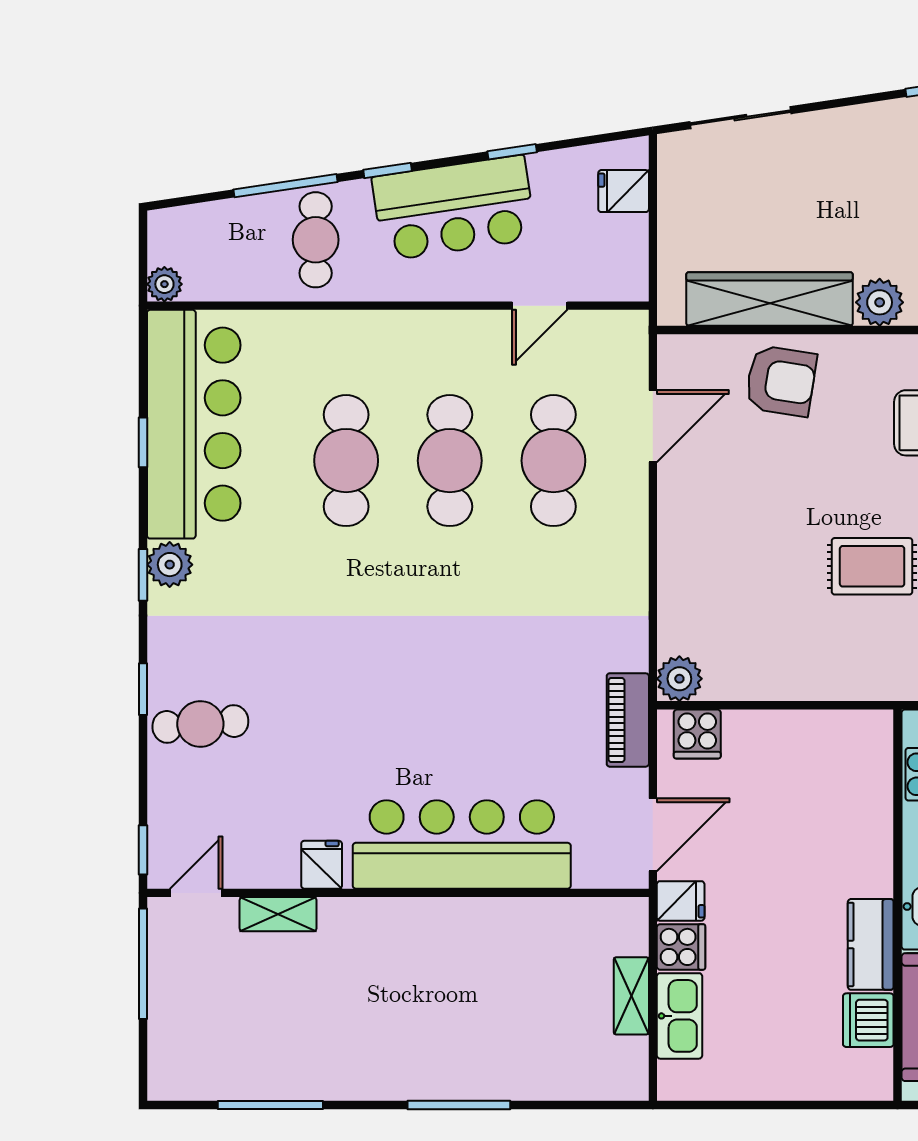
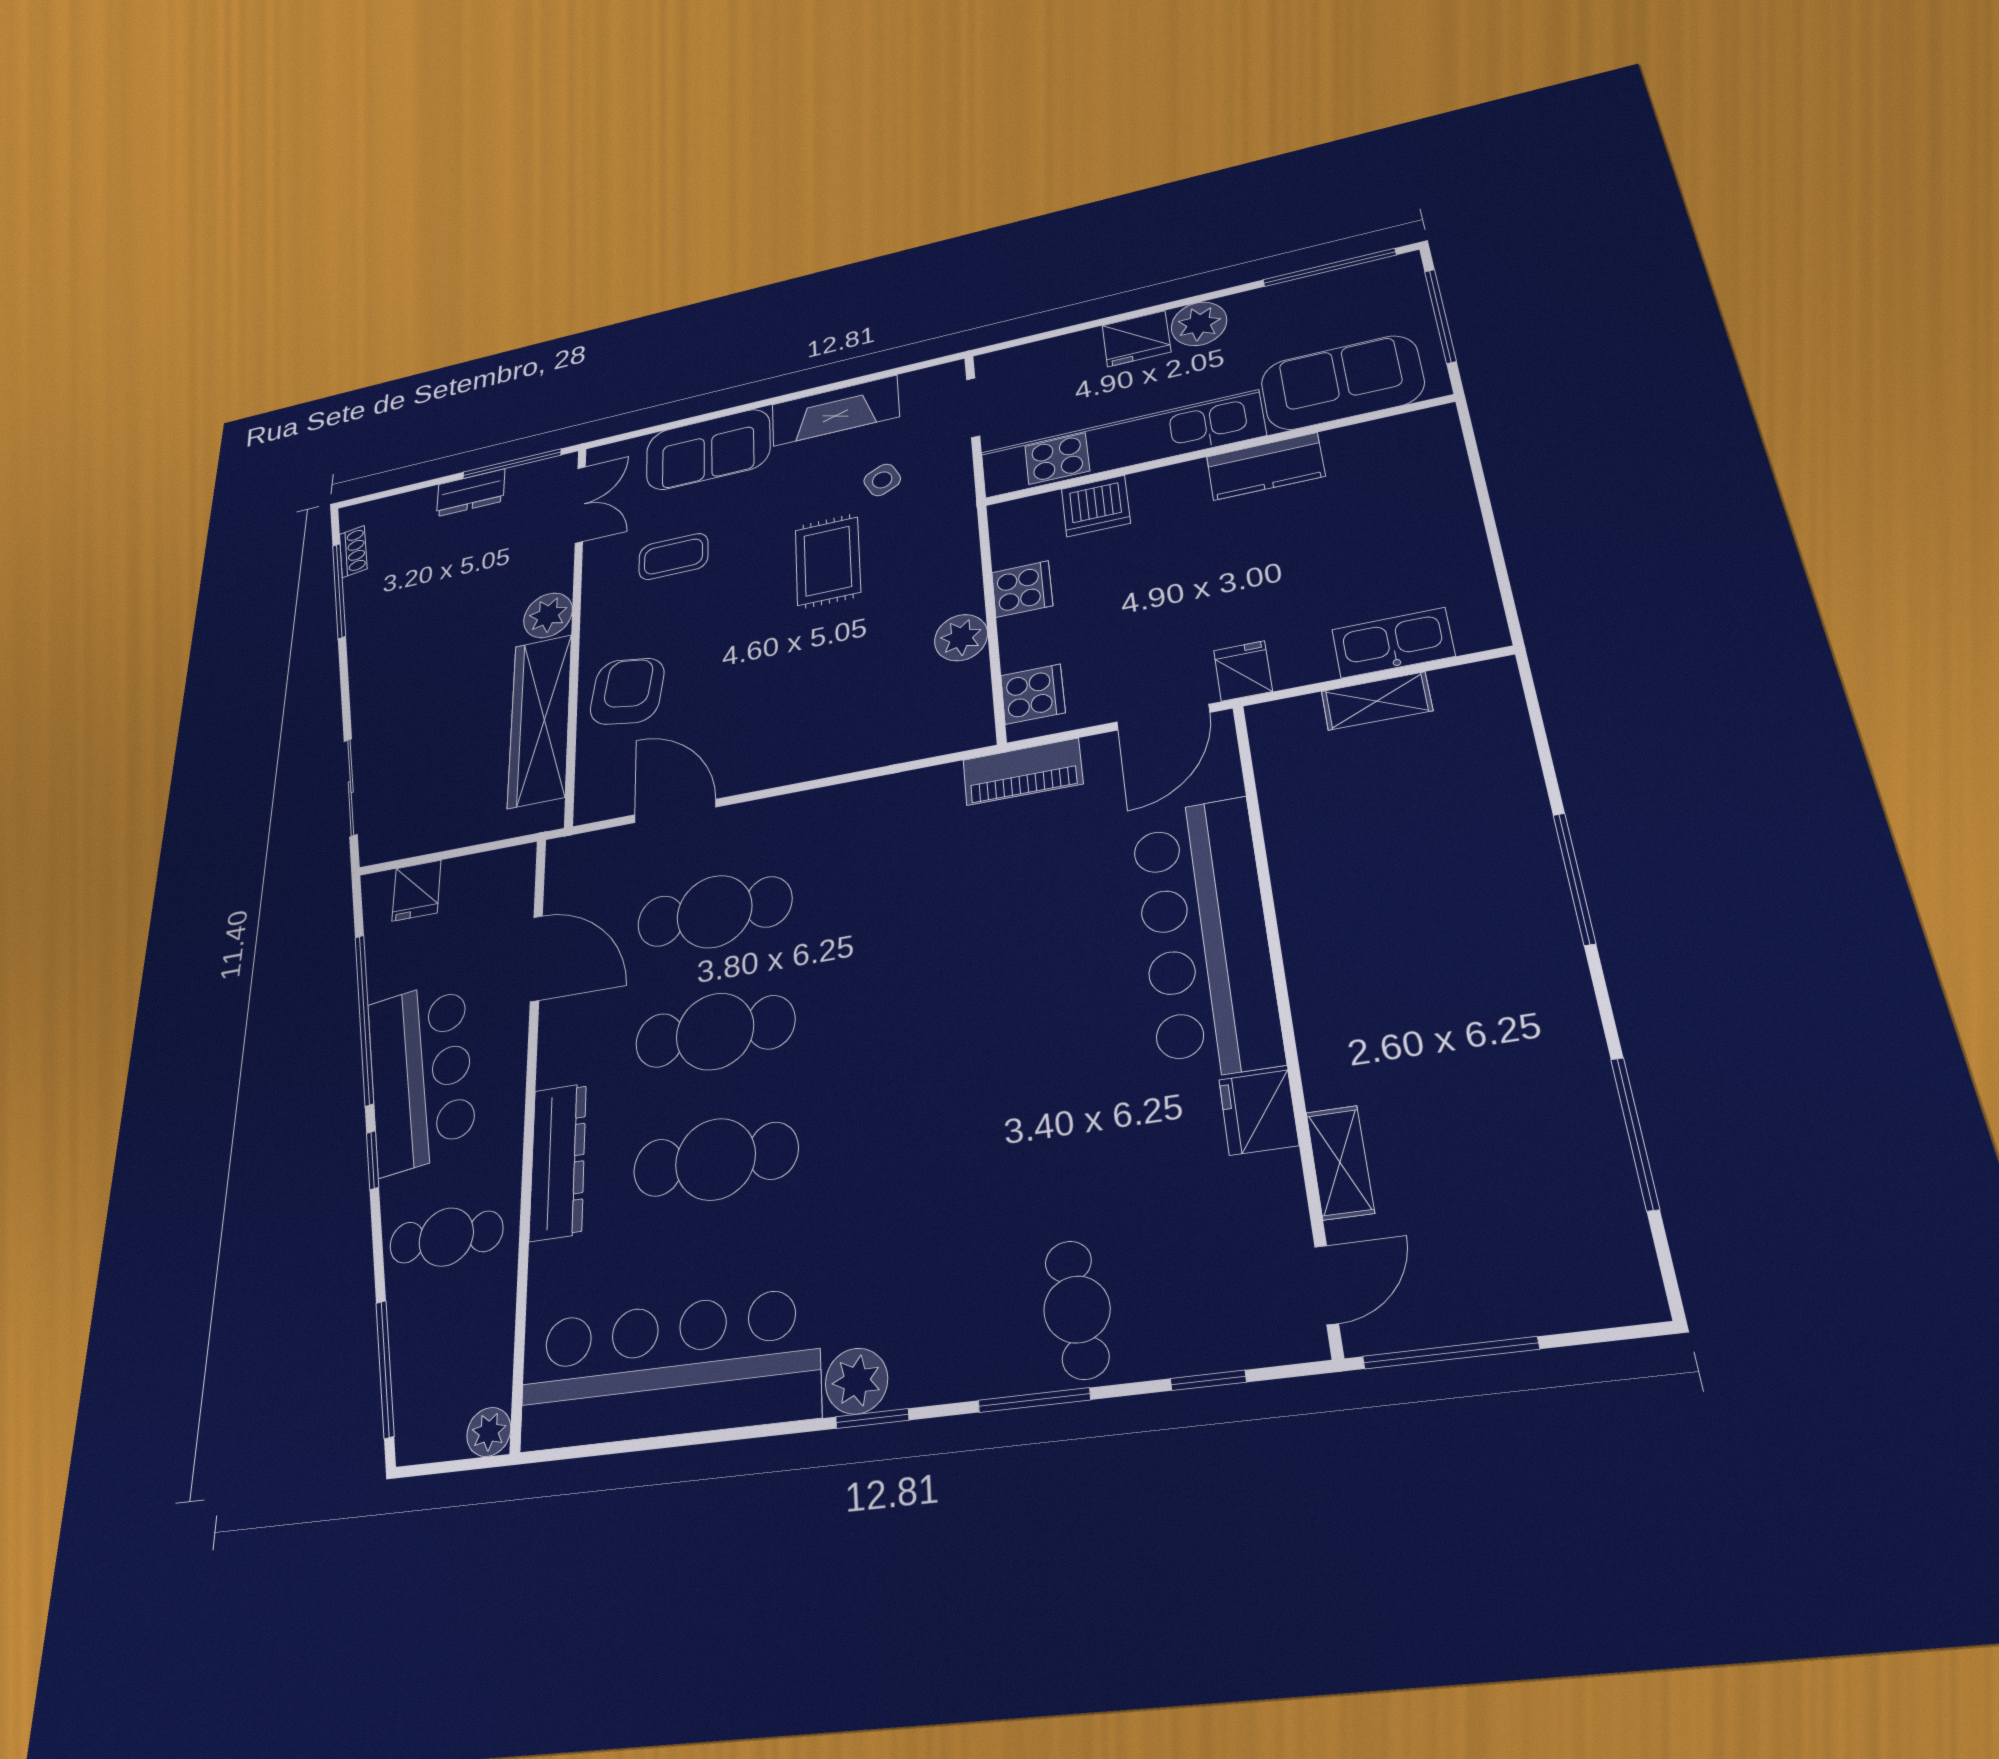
window: (512, 152) -> (364, 1019), width x3.17
window: (285, 186) -> (385, 1369), moved
door: (540, 306) -> (536, 958), width x1.38
dresser: (363, 331) -> (558, 1161), added
window: (143, 442) -> (692, 1439), removed
plant: (679, 679) -> (961, 638), moved
window: (143, 689) -> (1034, 1400), width x1.50
door: (653, 835) -> (1163, 717), swing flipped
window: (143, 850) -> (1208, 1380), moved
fridge: (322, 865) -> (1259, 1112), width x1.38
door: (196, 893) -> (1327, 1285), swing flipped
cooker: (681, 947) -> (1022, 589), moved, turned 90
dishwasher: (868, 1020) -> (1096, 506), moved

